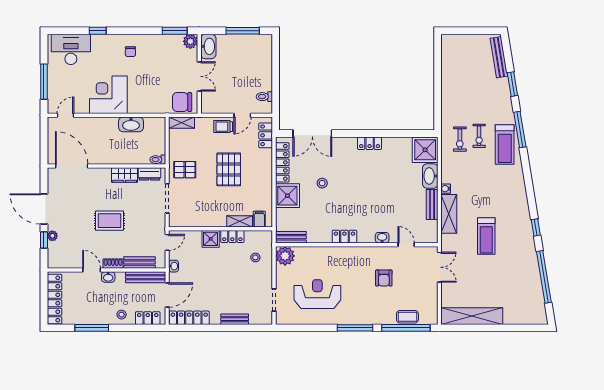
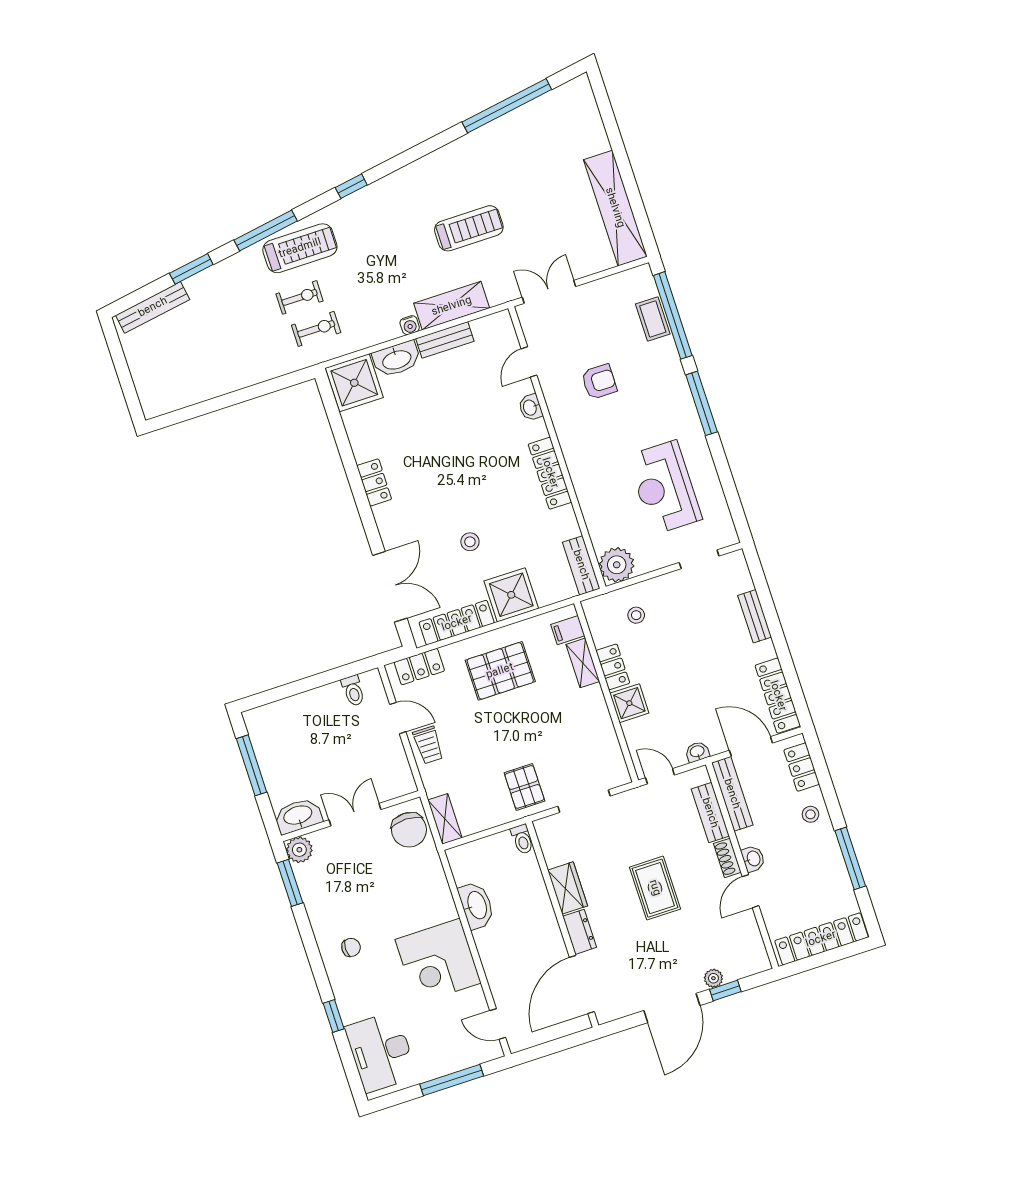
pallet: (229, 169) -> (500, 671), moved
dresser: (150, 174) -> (580, 932), moved
window: (536, 227) -> (351, 186), moved
locker: (344, 237) -> (550, 473), width x1.53

